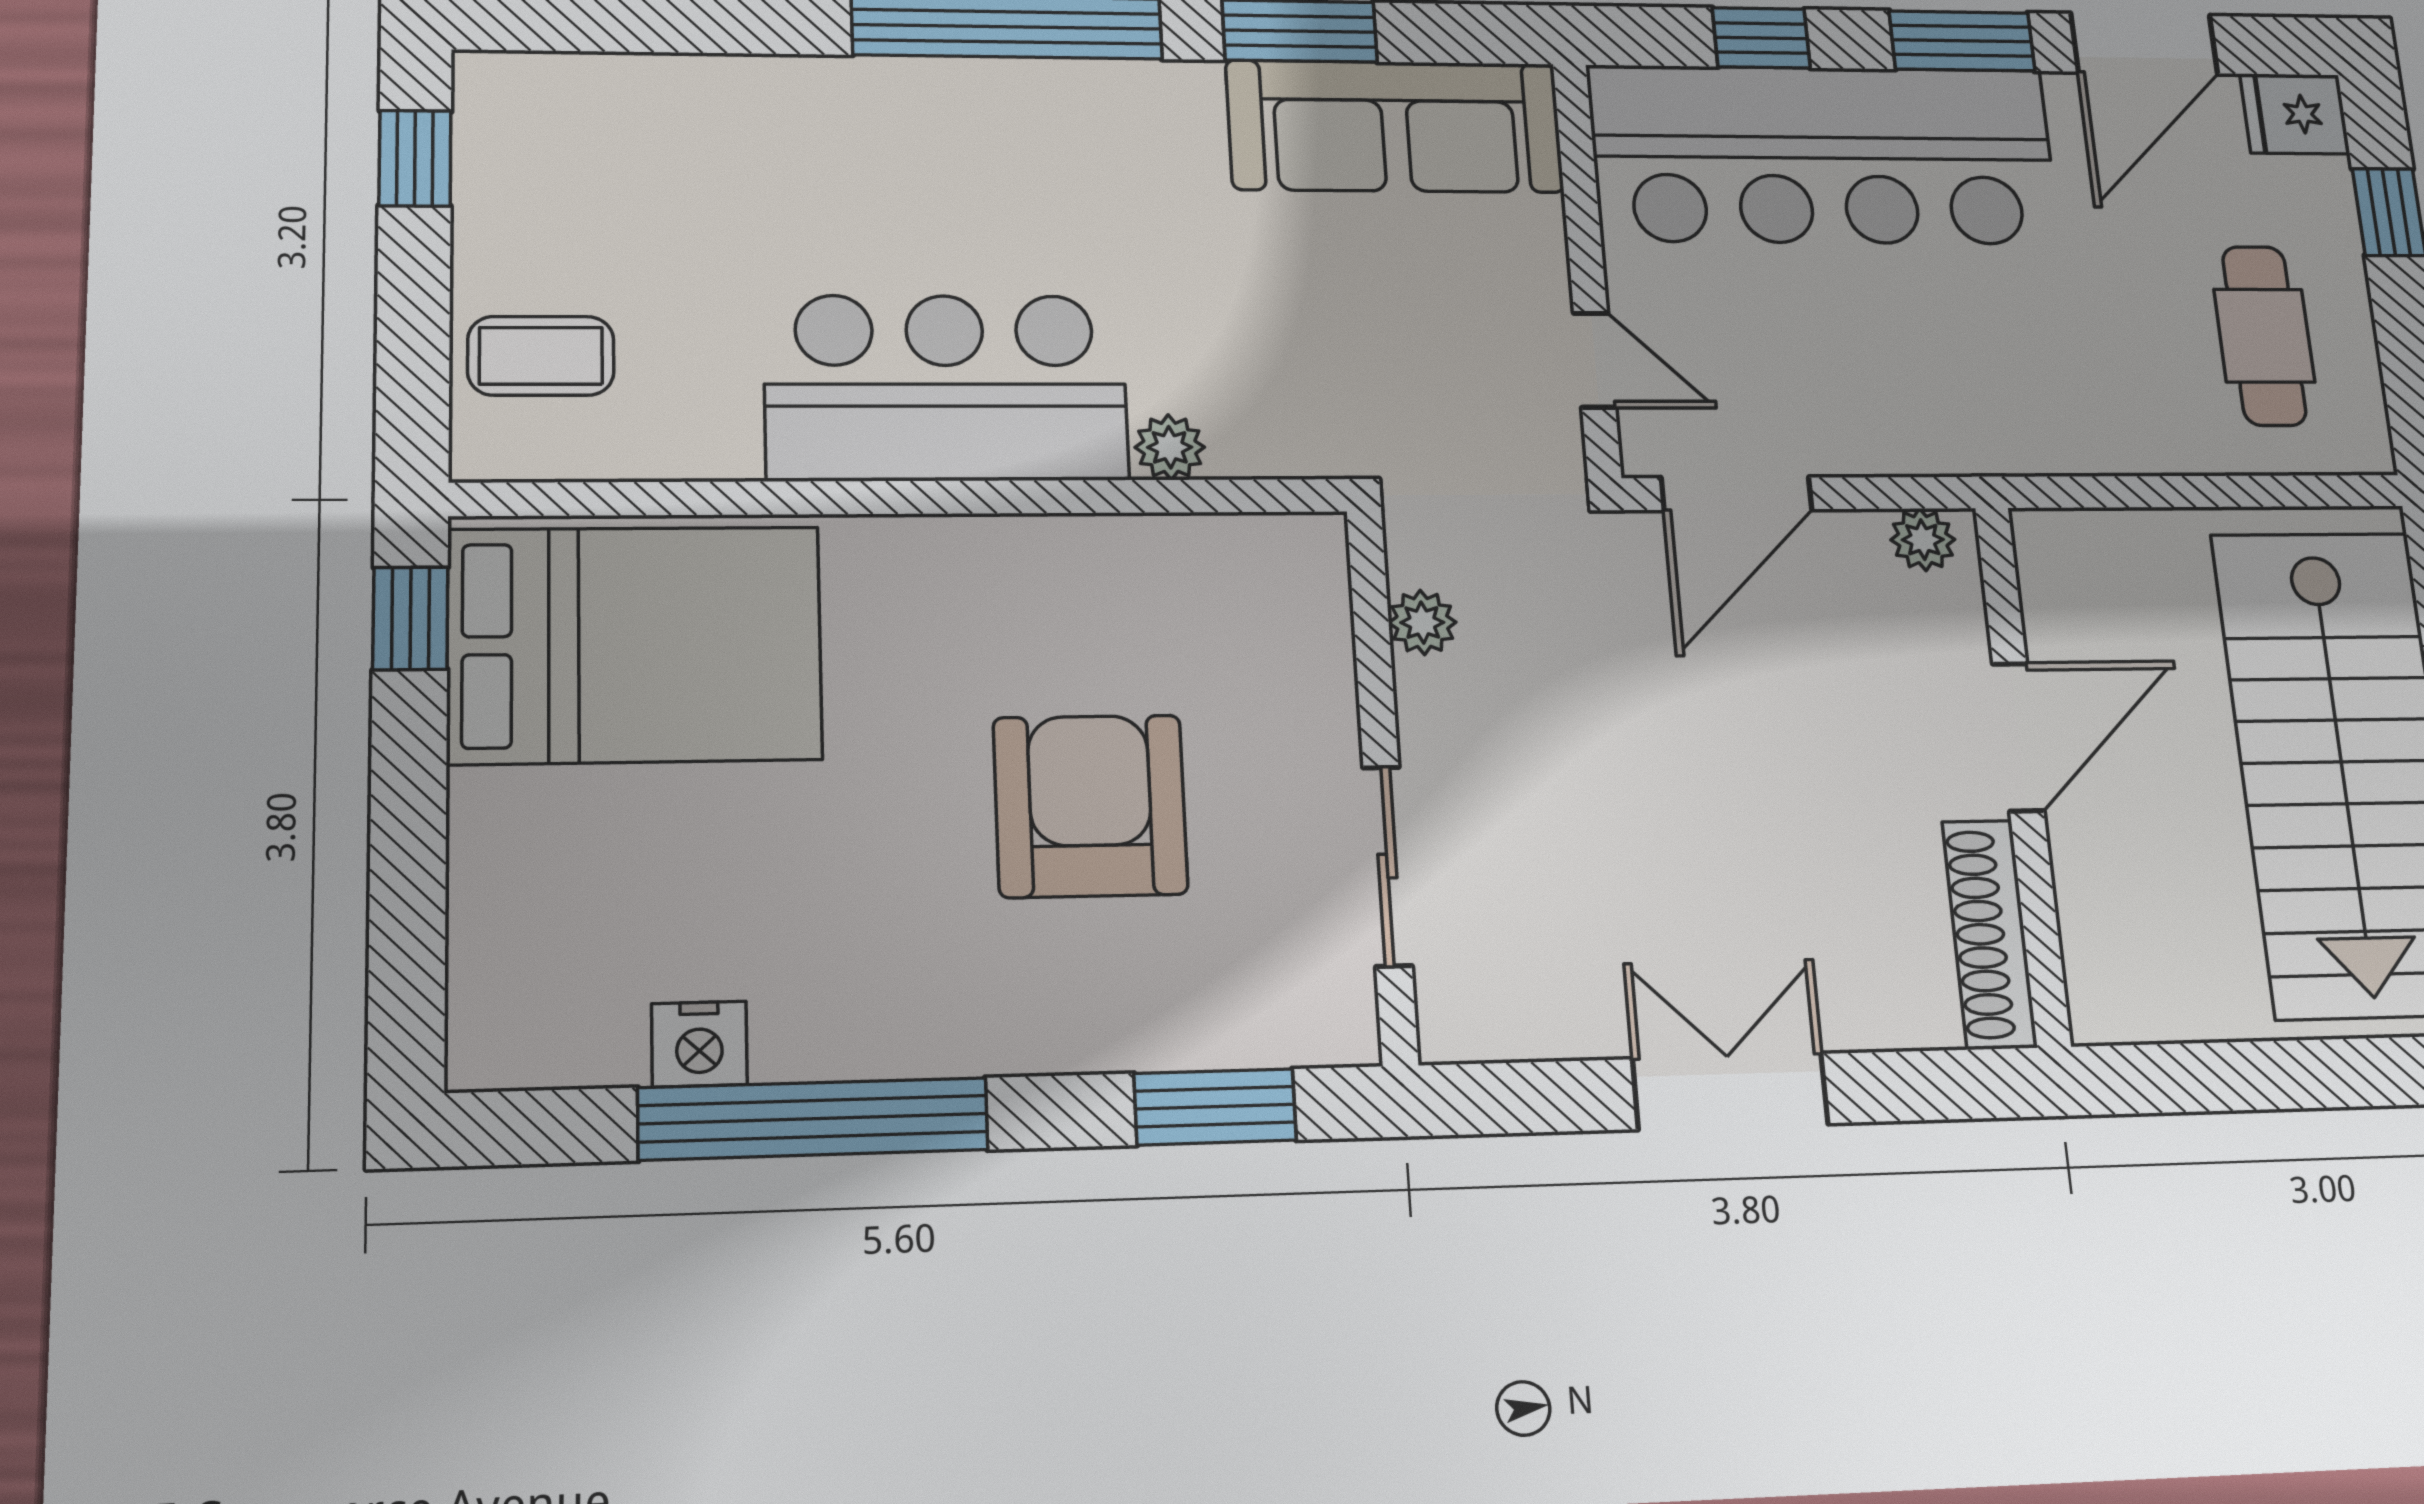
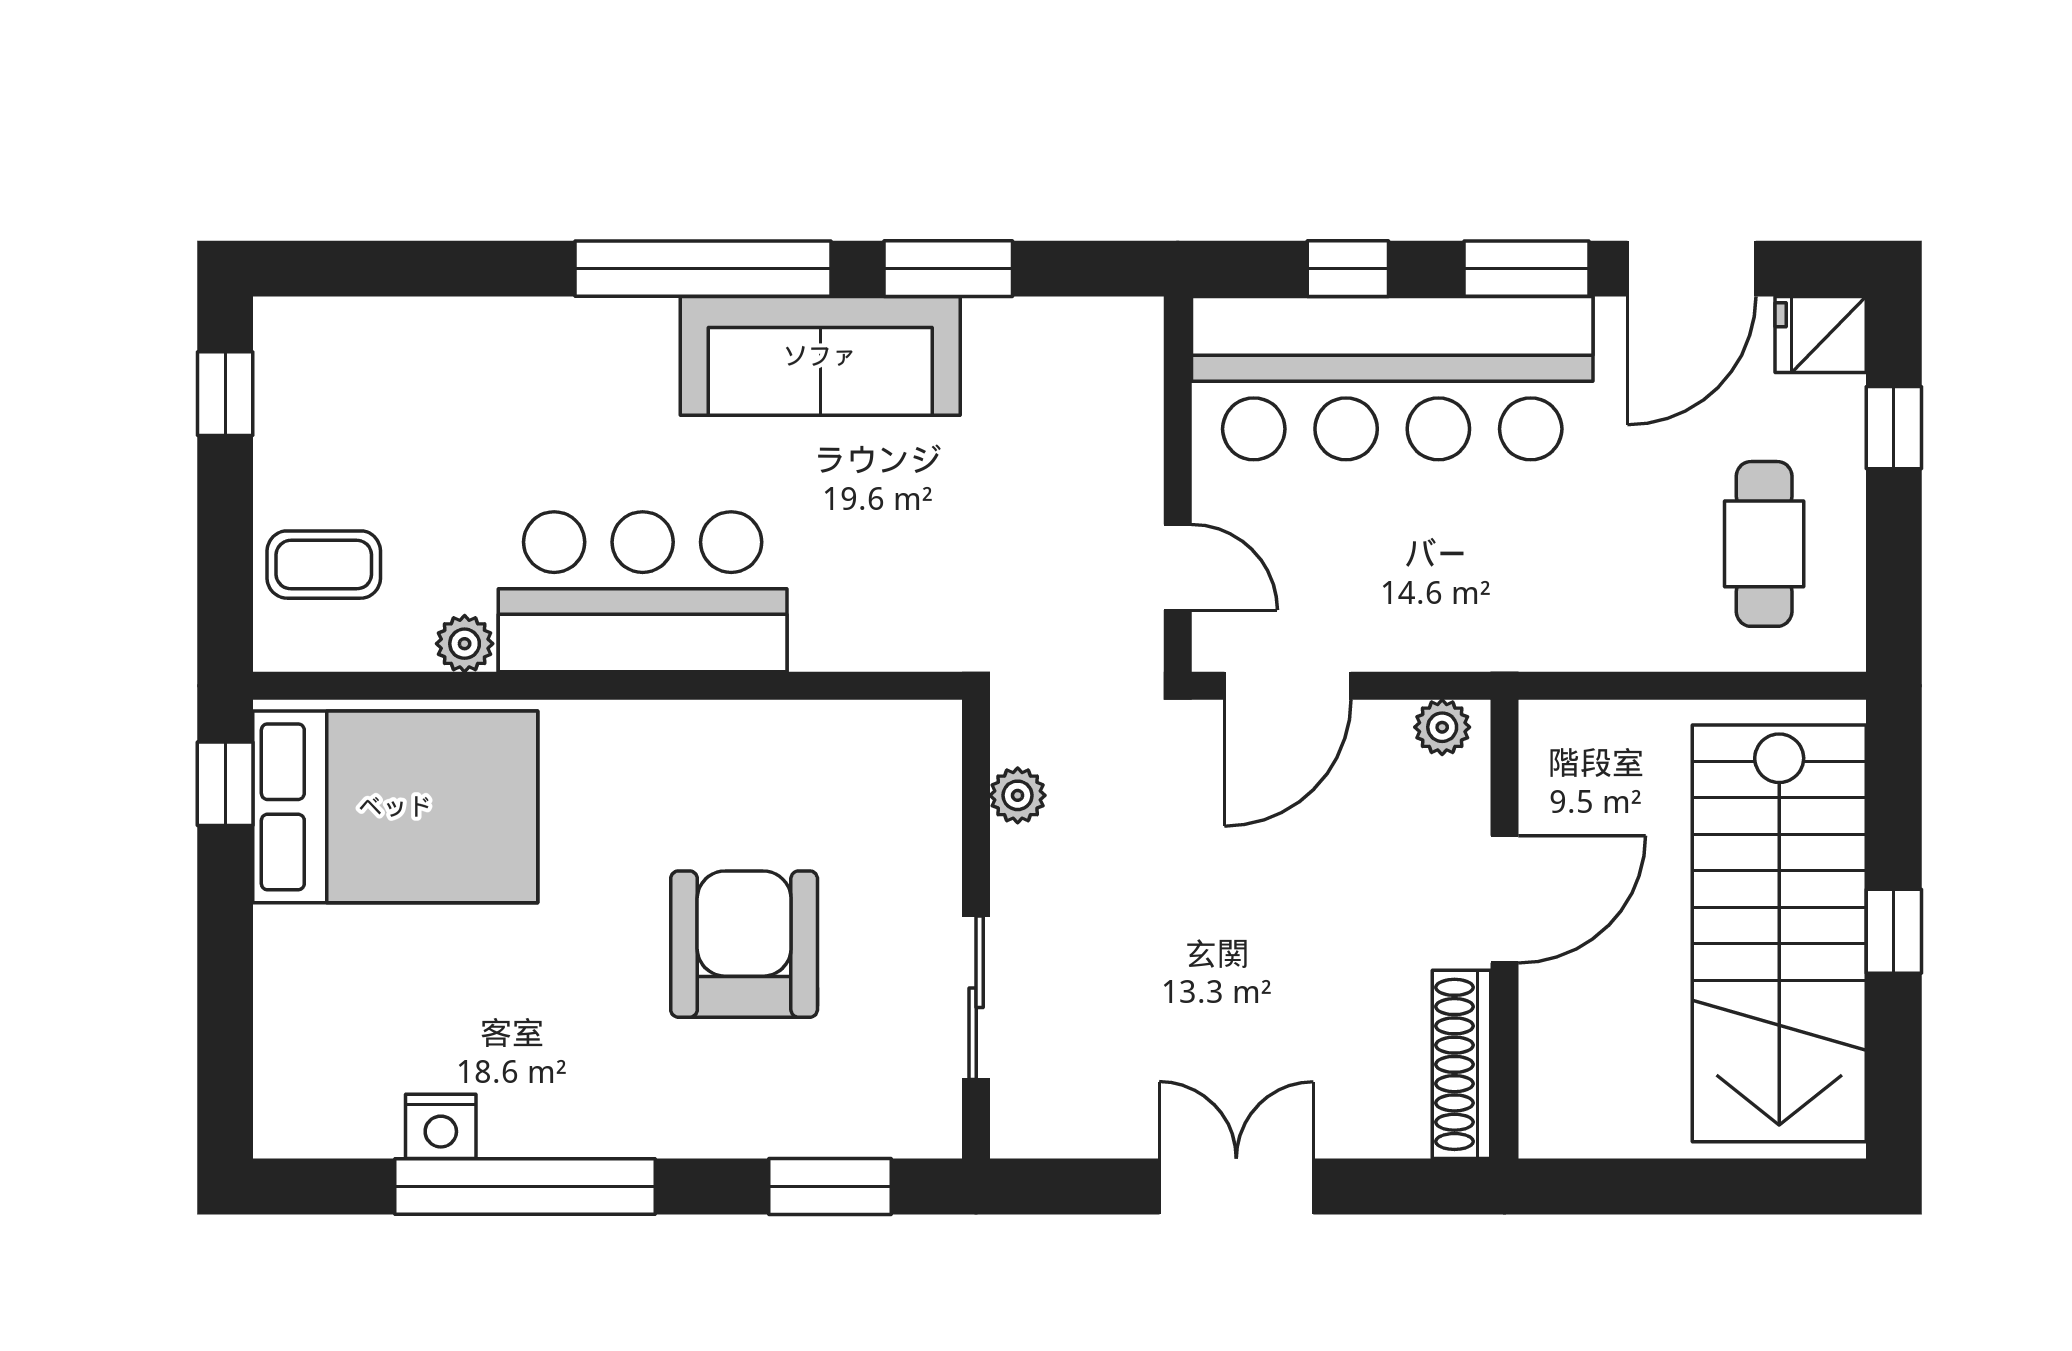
sofa: (1395, 126) -> (820, 356), moved
plant: (1170, 447) -> (465, 644), moved

